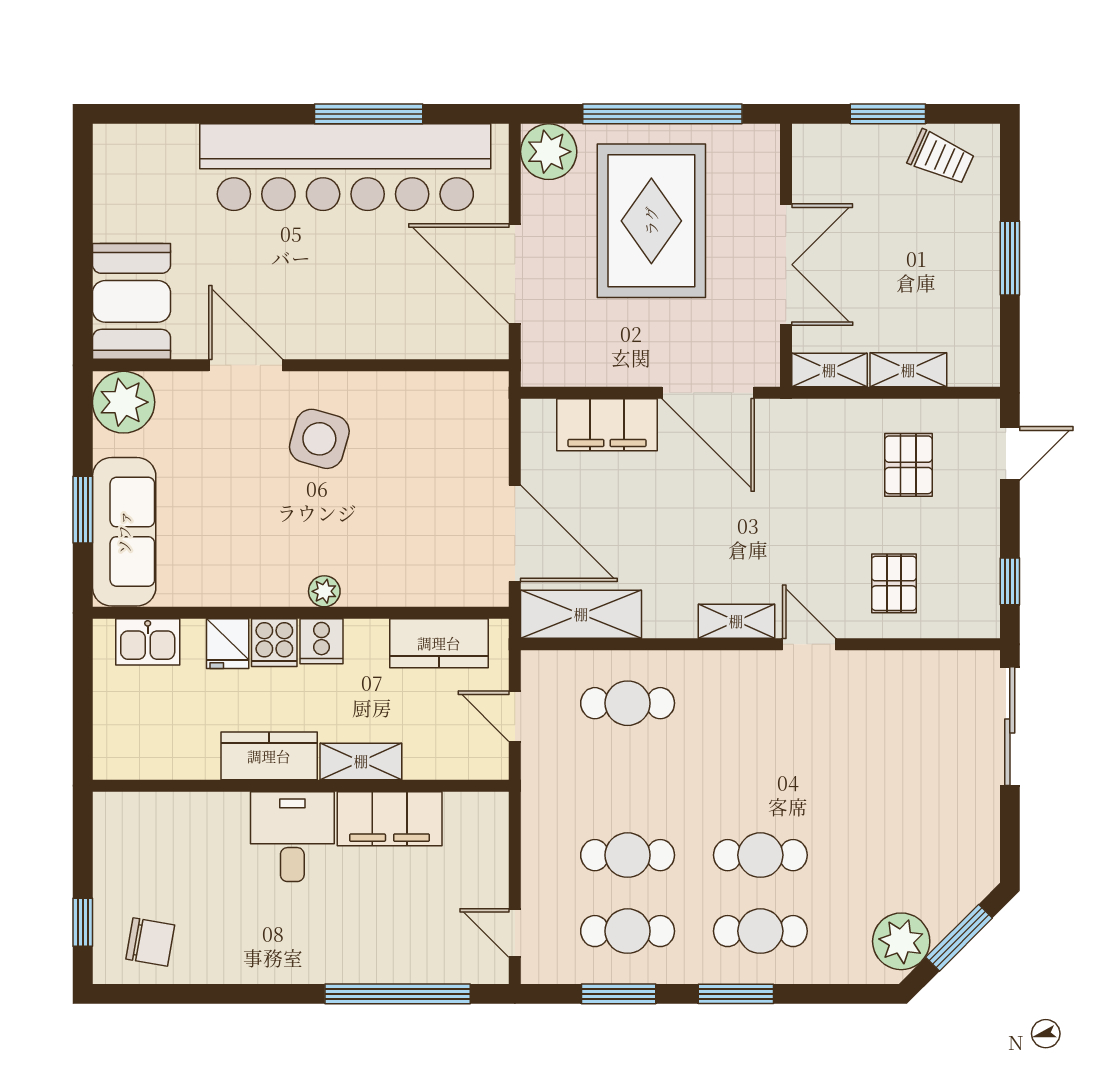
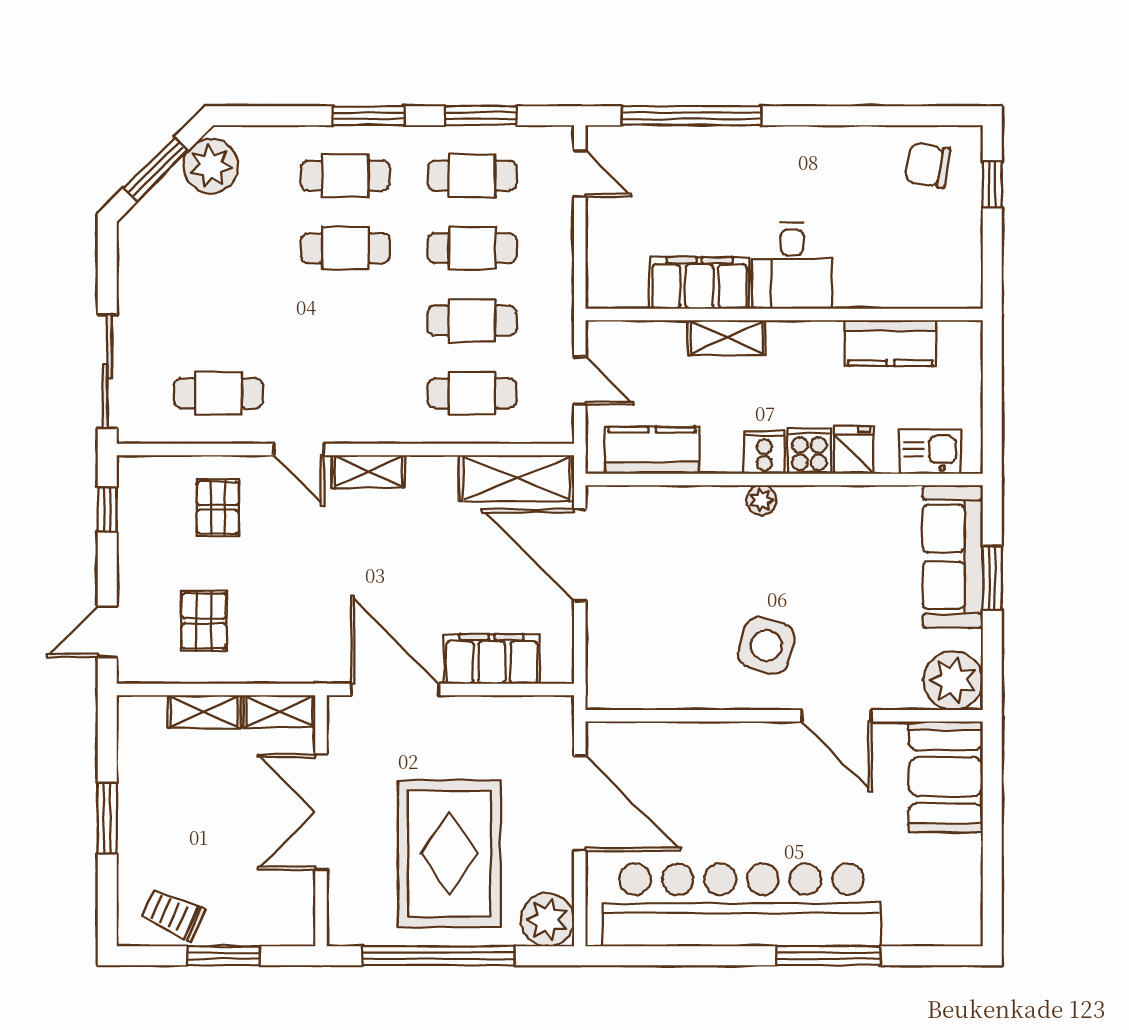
window: (369, 114) -> (829, 956), moved
cafe table: (893, 703) -> (219, 393), added
kitchen counter: (269, 756) -> (890, 343), moved
cafe table: (628, 779) -> (472, 321), added

